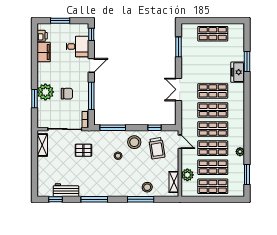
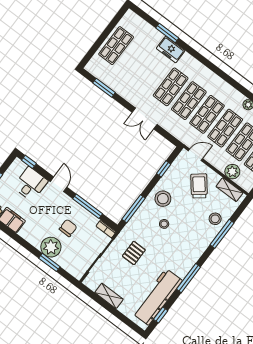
shelving: (42, 145) -> (109, 296), moved
trolley: (157, 148) -> (199, 186), moved, turned -120
workbench: (66, 190) -> (157, 297), width x1.88, depth x1.32

